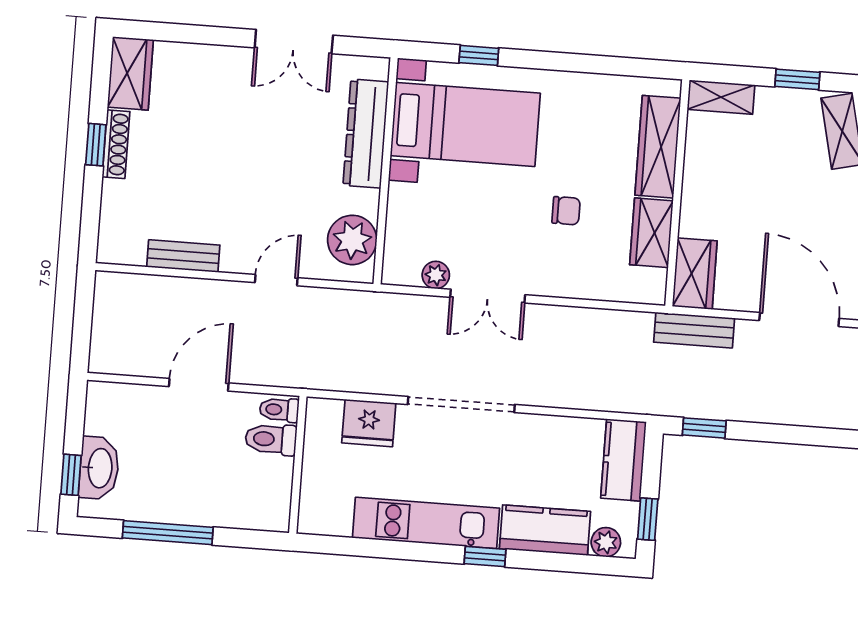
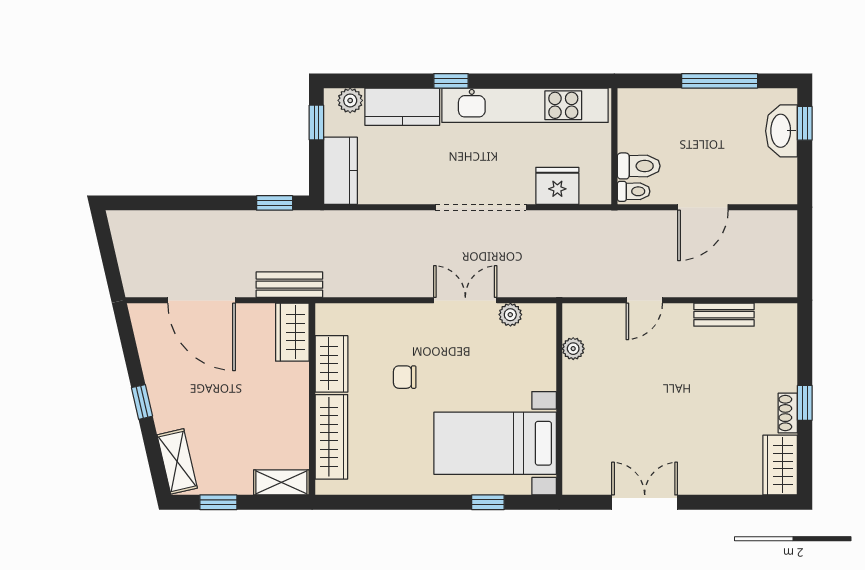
dresser: (366, 134) -> (578, 429), removed
shoe rack: (116, 144) -> (788, 413), width x0.70
plant: (352, 240) -> (573, 349), width x0.53, depth x0.53
kitchen unit: (426, 523) -> (525, 105), width x1.36

